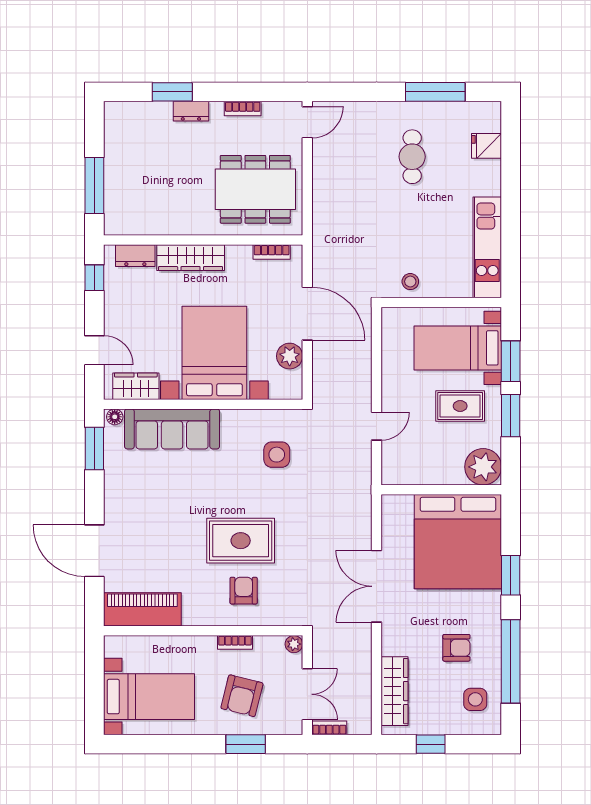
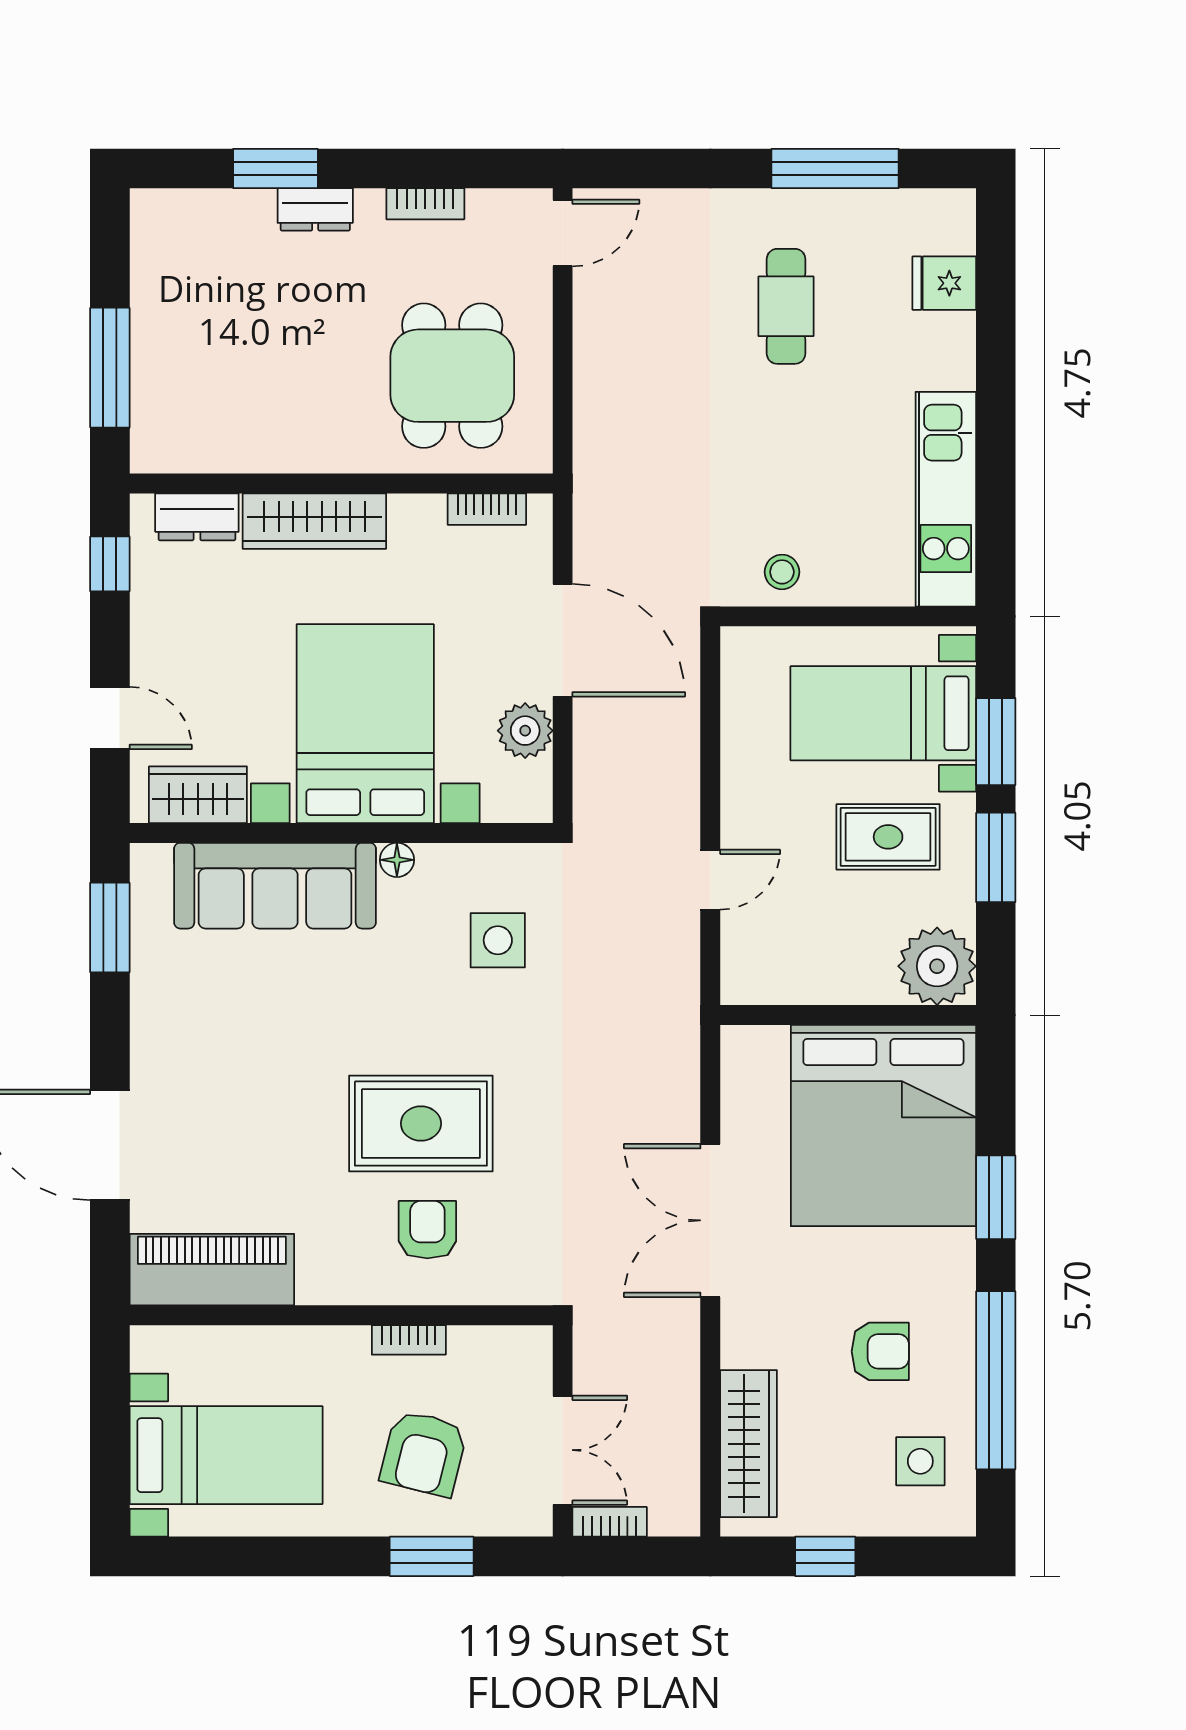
dining table: (255, 189) -> (452, 376), width x0.73
floor lamp: (115, 417) -> (397, 860), moved
plant: (294, 644) -> (534, 1344), removed

